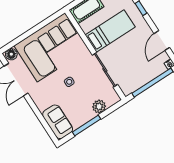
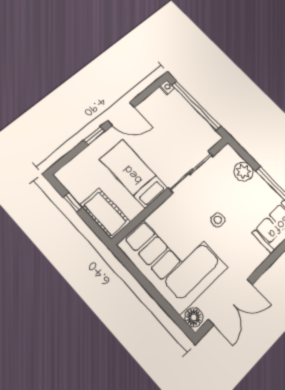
door: (162, 41) -> (121, 114), moved

